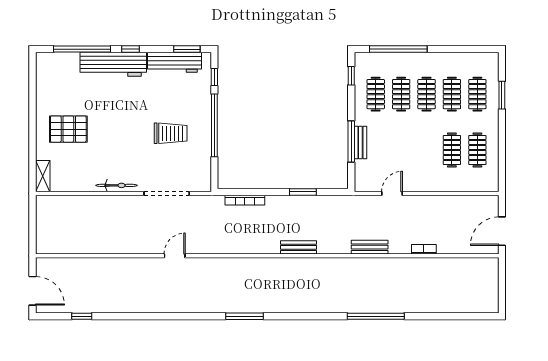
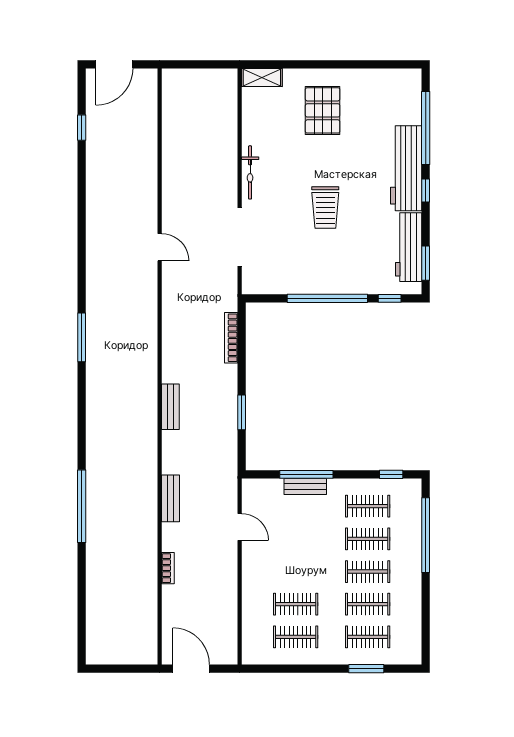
trolley: (171, 133) -> (325, 207), moved

